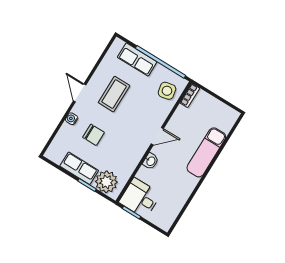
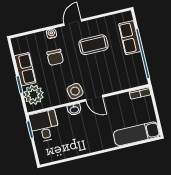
side table: (167, 91) -> (75, 91), moved
exam couch: (206, 152) -> (137, 134), moved

